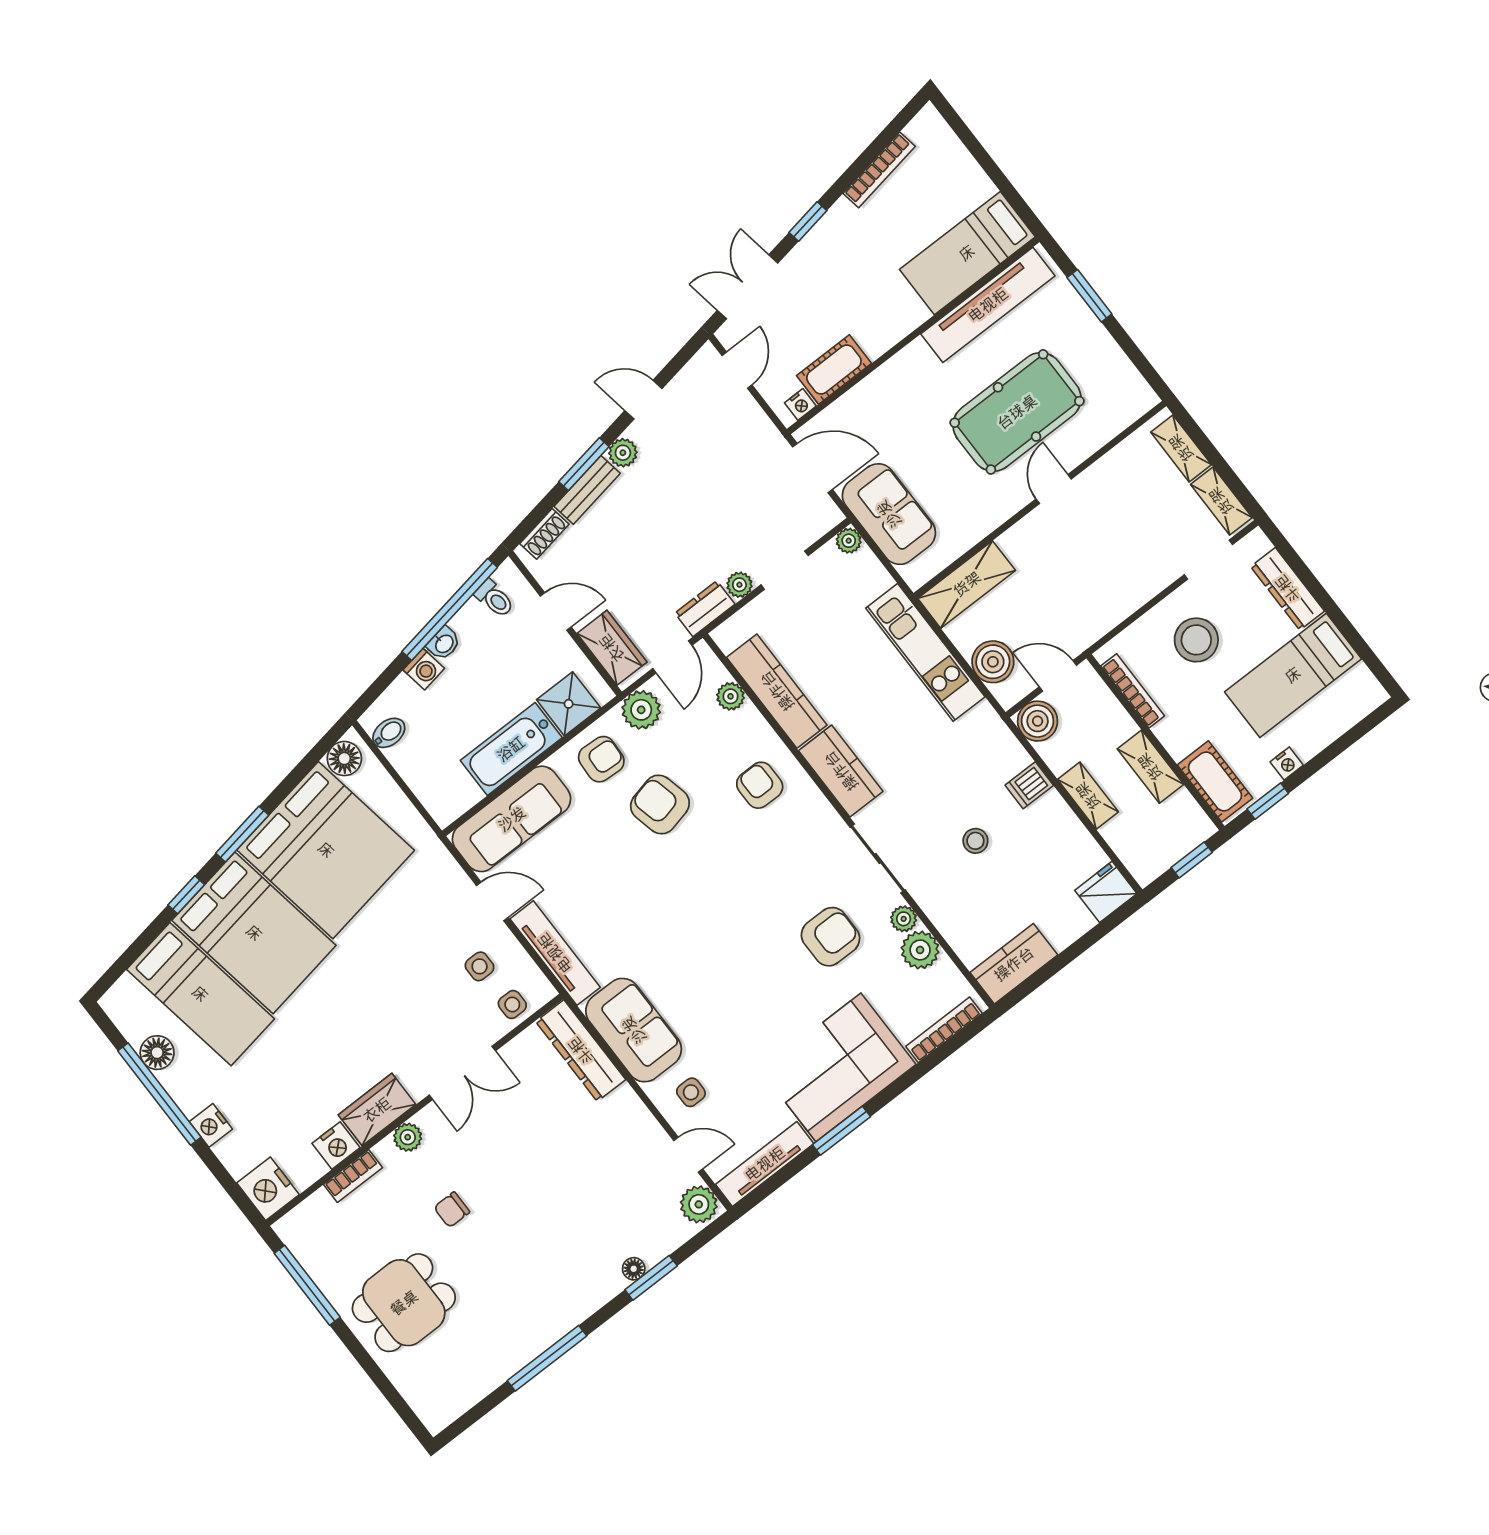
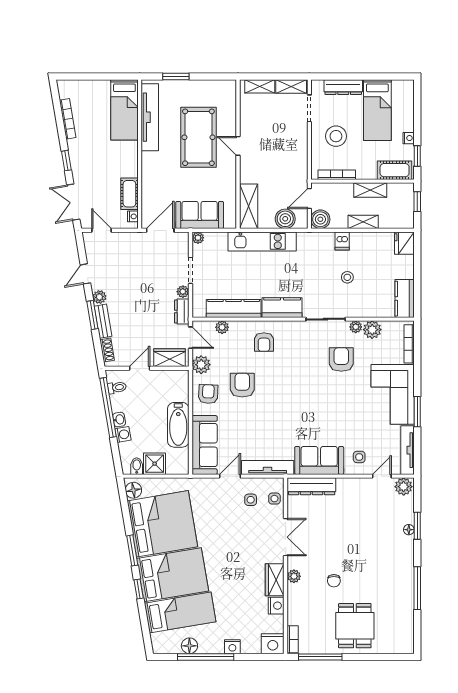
shower: (569, 704) -> (155, 464), moved
armchair: (760, 785) -> (264, 342), turned -90
armchair: (660, 805) -> (242, 385), turned 103
bookcase: (353, 1176) -> (293, 639), moved

